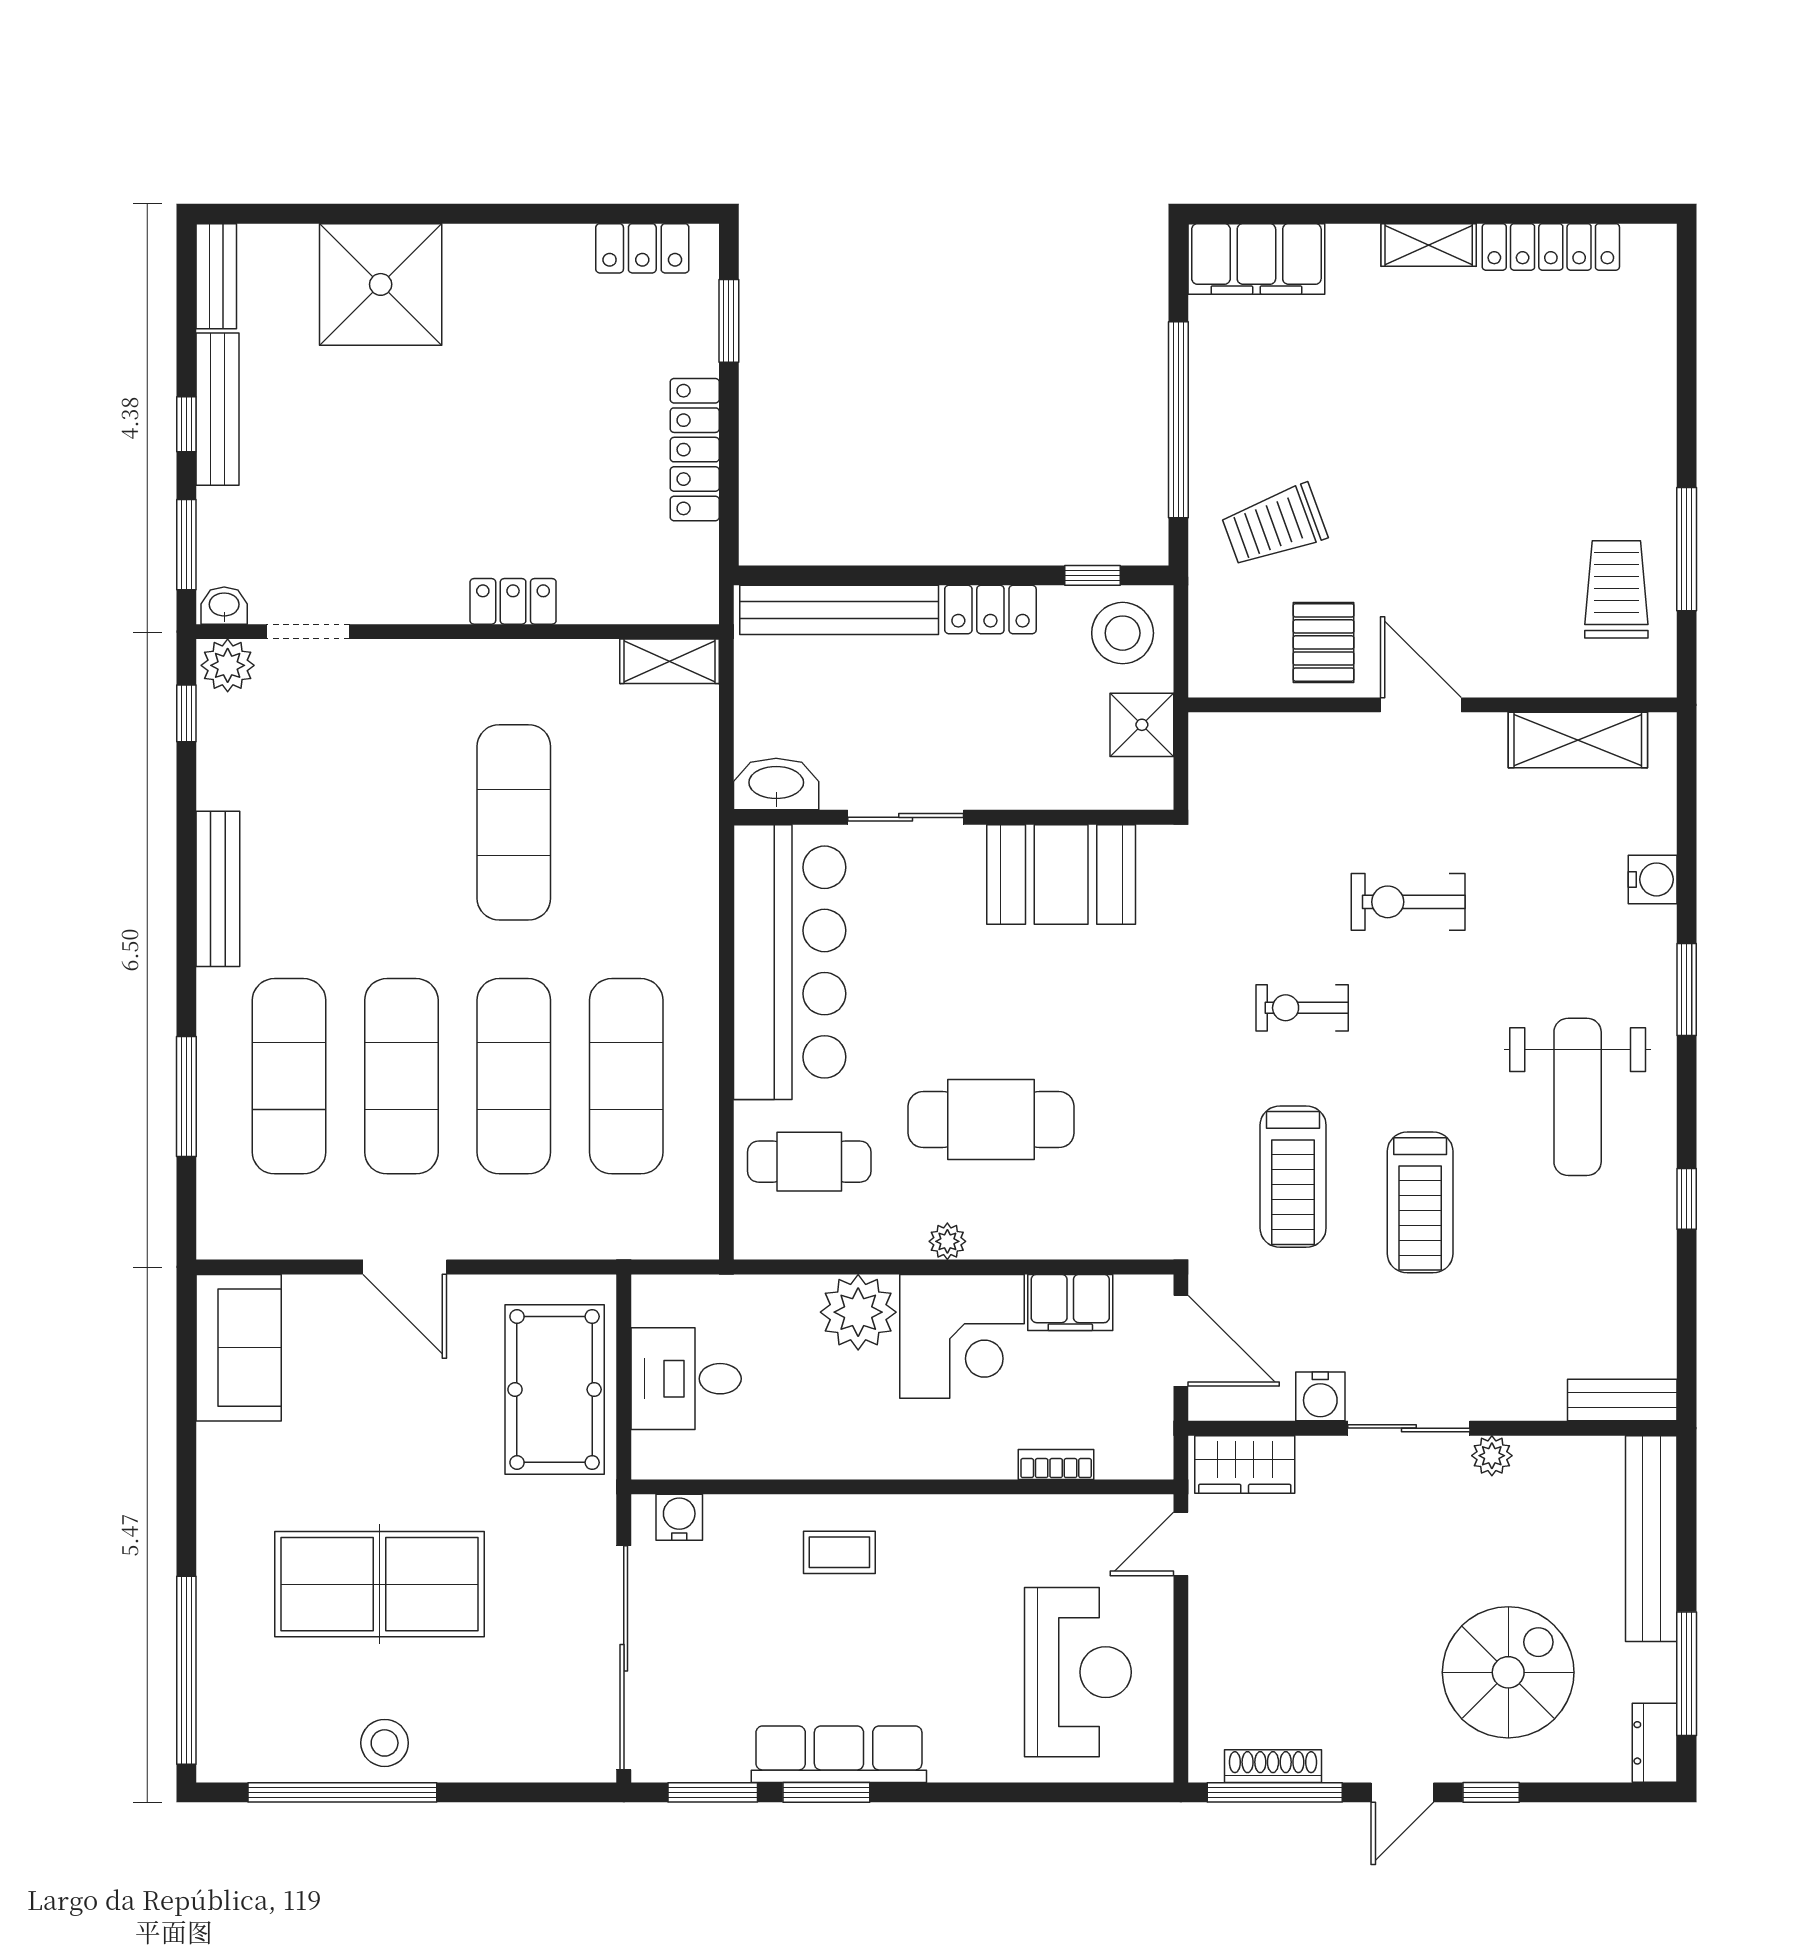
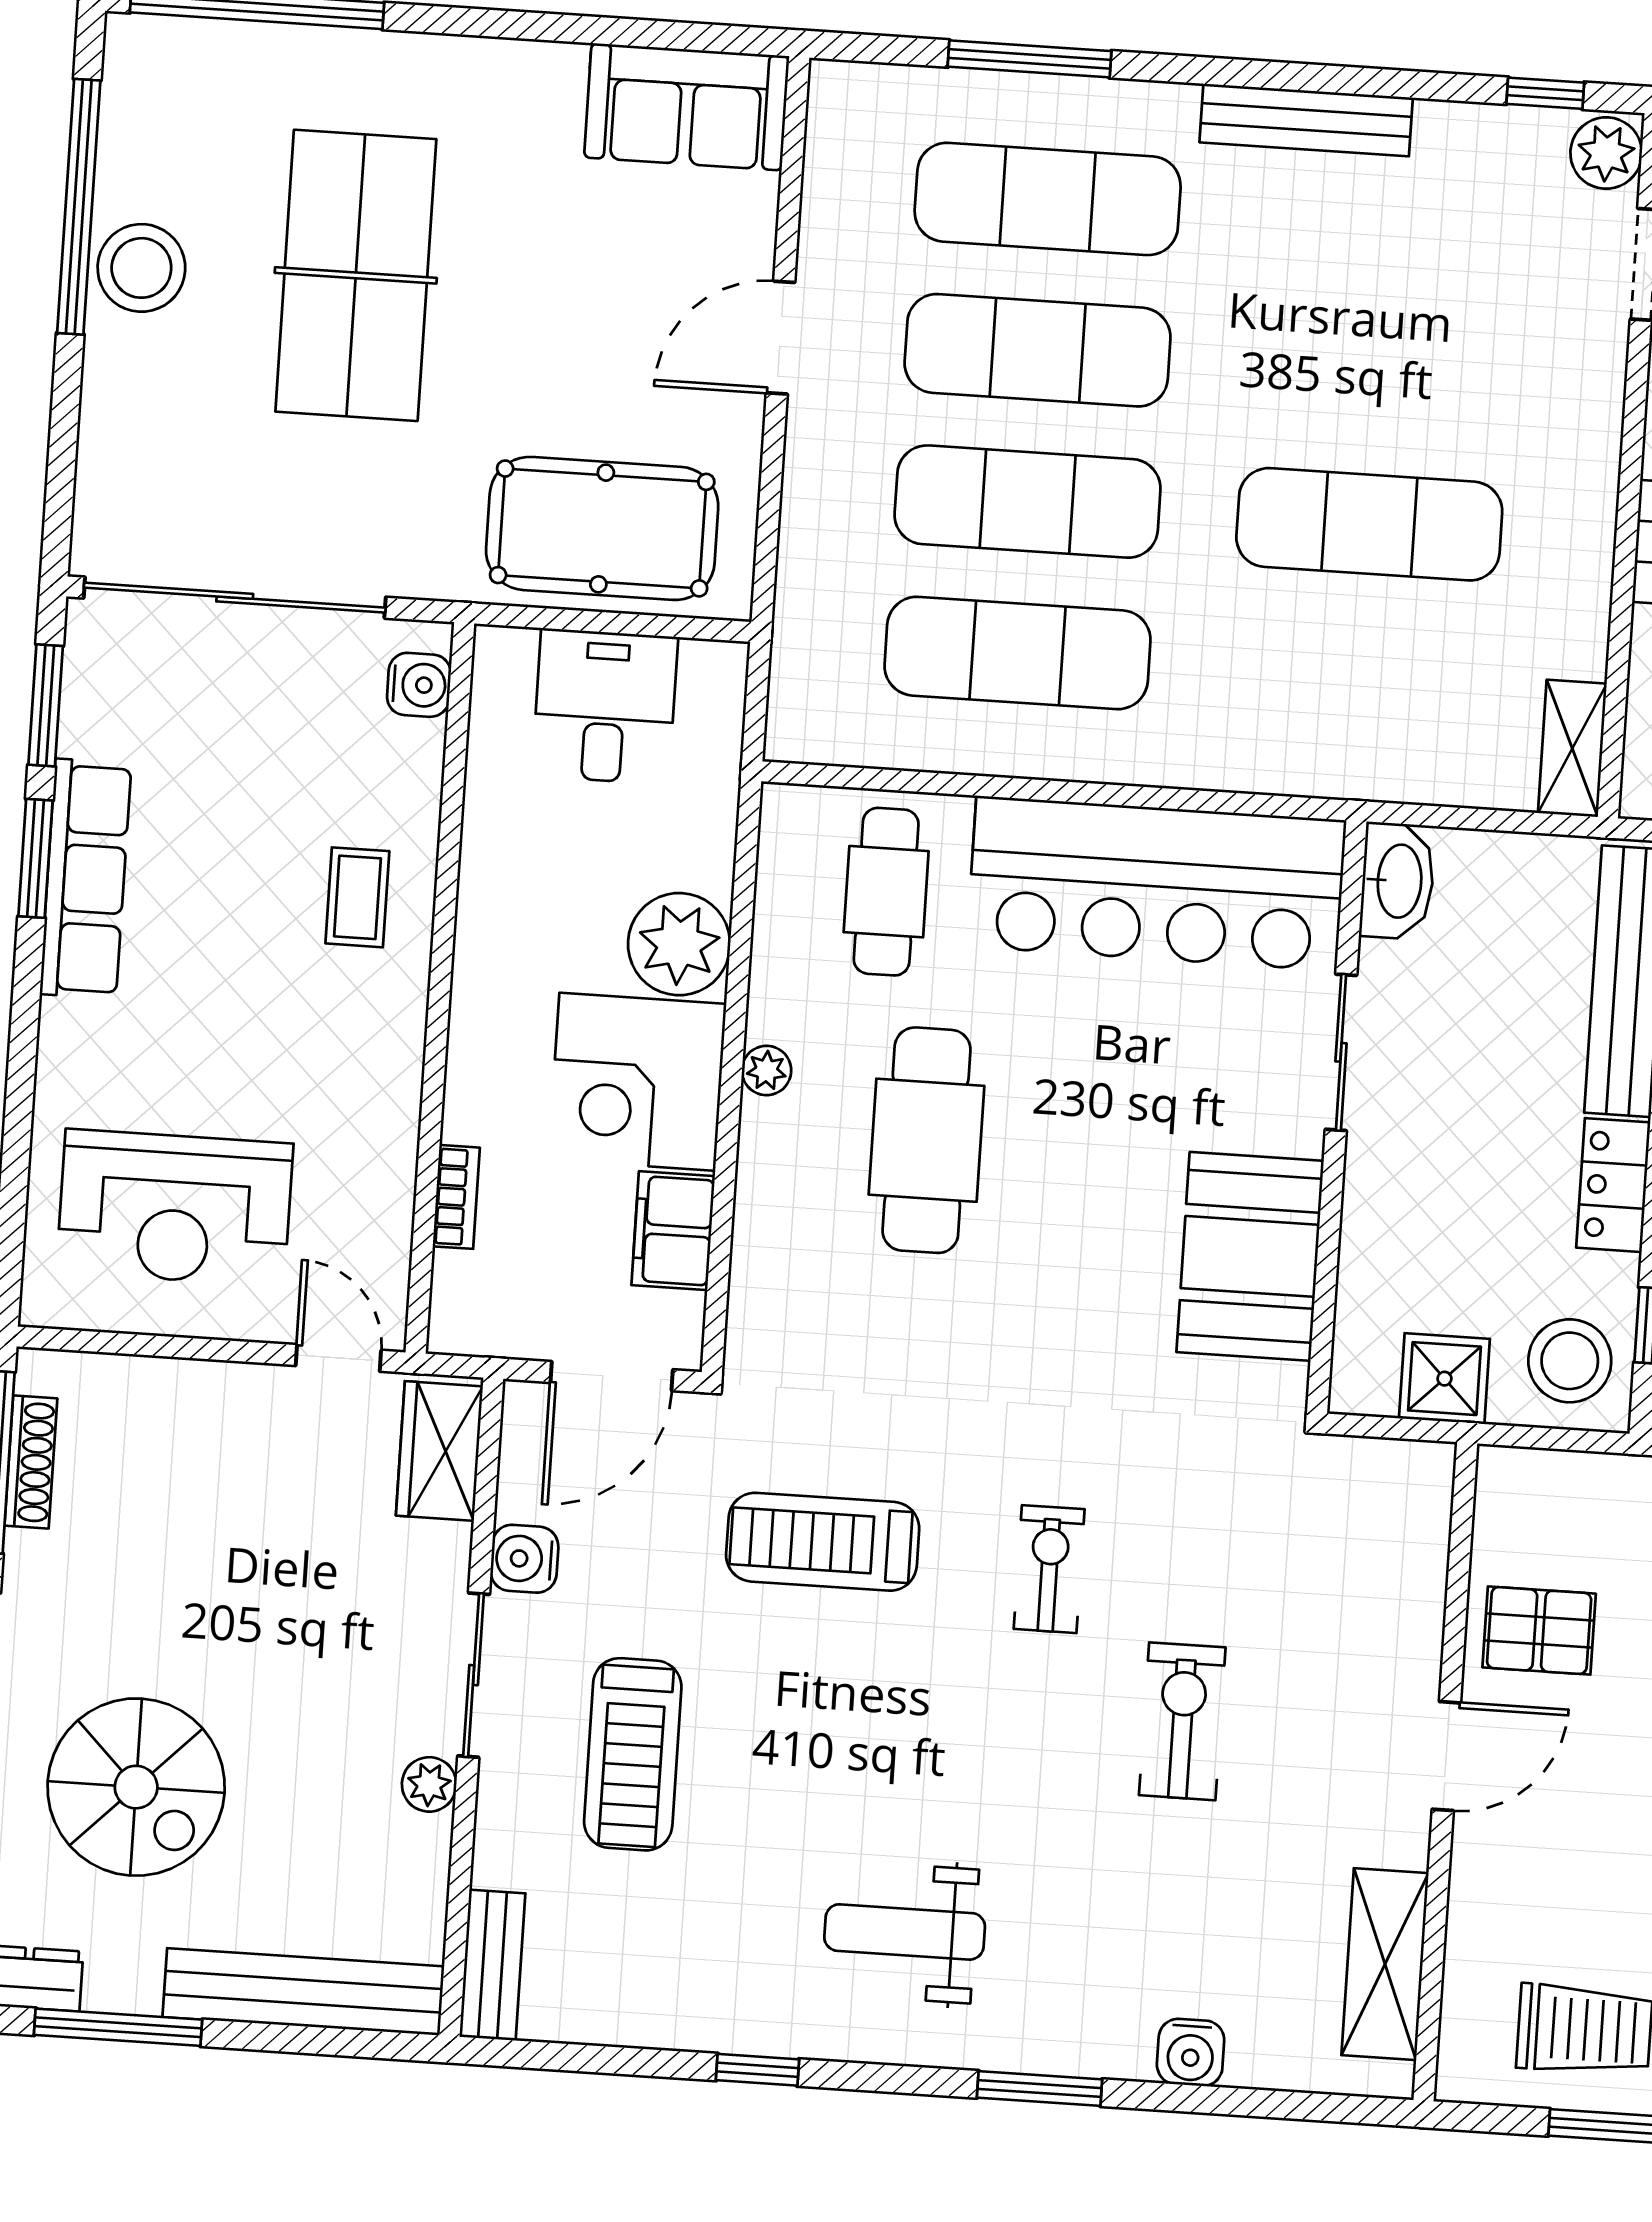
weight bench: (1578, 1097) -> (905, 1932), width x0.73, depth x0.75
treadmill: (1420, 1202) -> (633, 1754), moved, turned -90
stool: (385, 1743) -> (141, 268), width x1.38, depth x1.38

